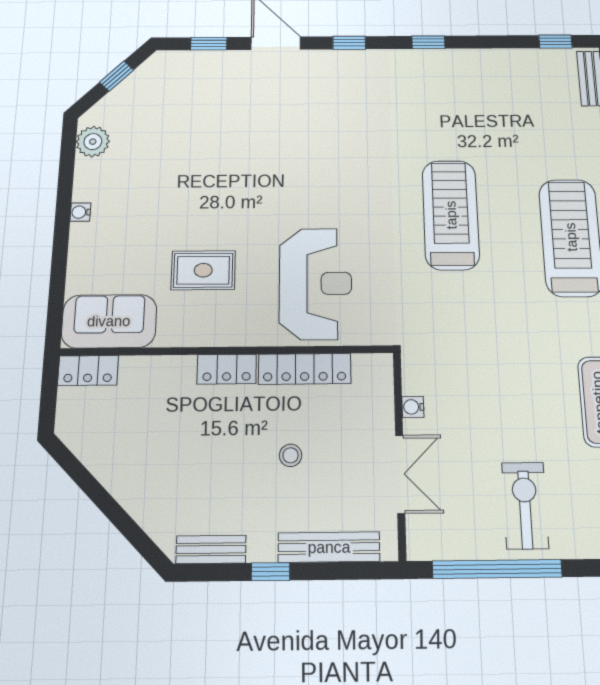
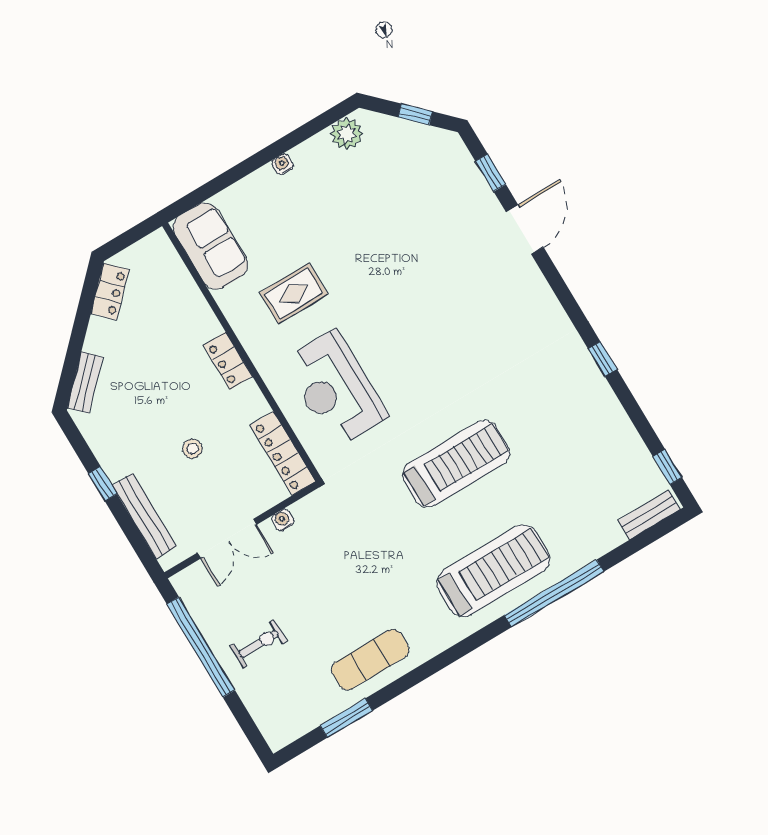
window: (349, 43) -> (562, 292), removed
rug: (203, 270) -> (294, 293), turned 90
reception desk: (315, 283) -> (335, 389), turned 90
locker: (305, 369) -> (283, 453), moved
locker: (88, 370) -> (110, 292), moved, turned -135
exercise bike: (525, 505) -> (259, 644), width x0.73, depth x0.72
bench: (211, 549) -> (85, 383), moved, turned 45

